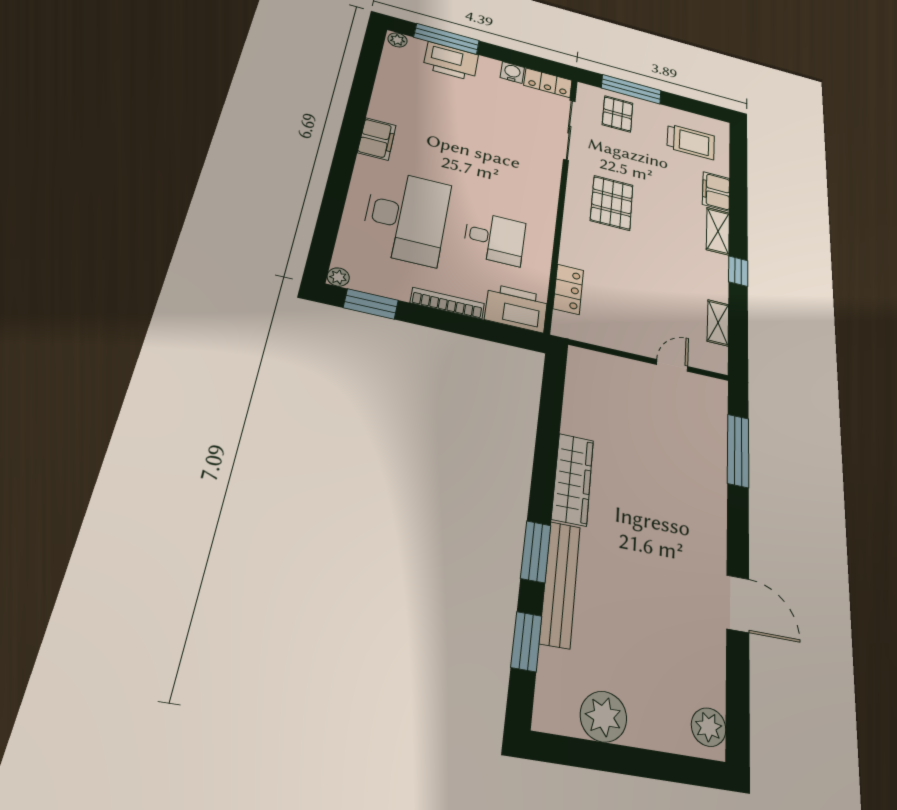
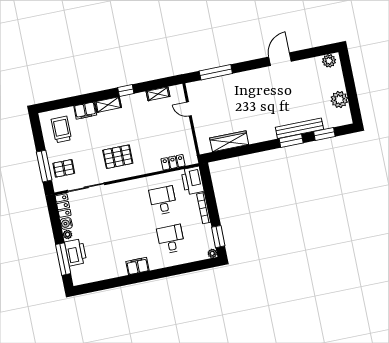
plant: (398, 40) -> (68, 234), moved
desk: (406, 217) -> (171, 239), width x0.53, depth x0.77
wardrobe: (573, 479) -> (229, 141), moved

